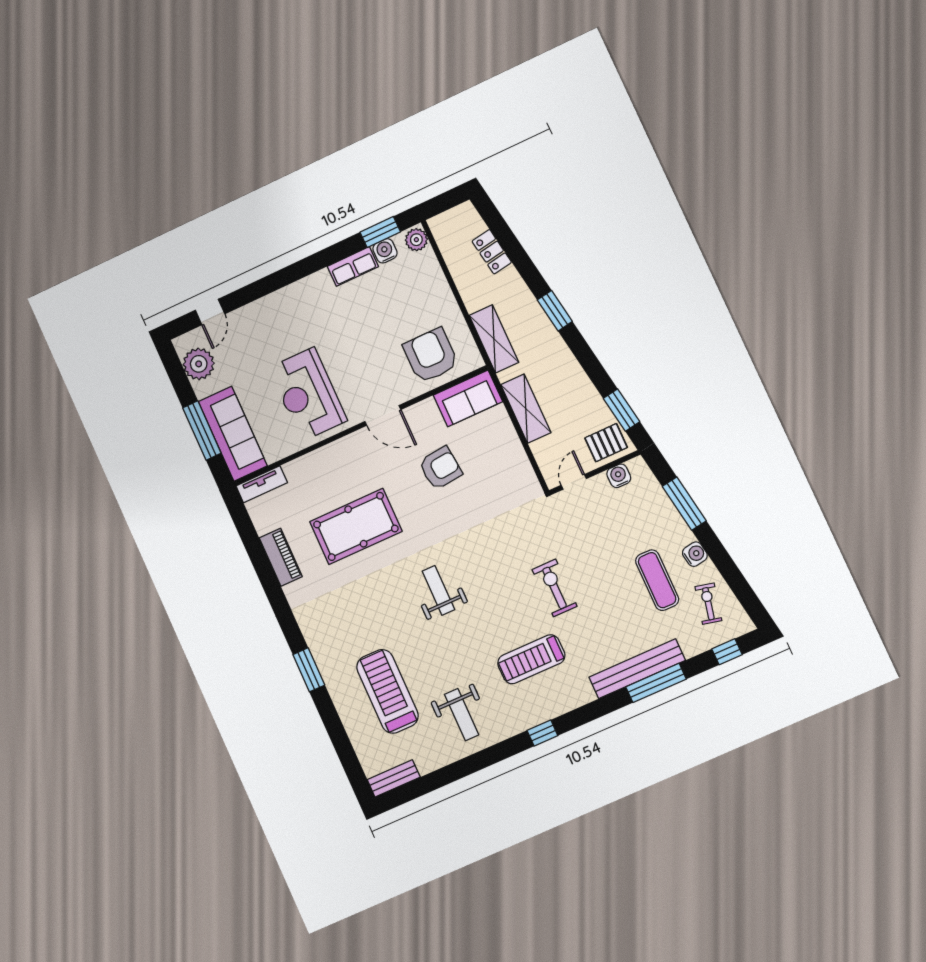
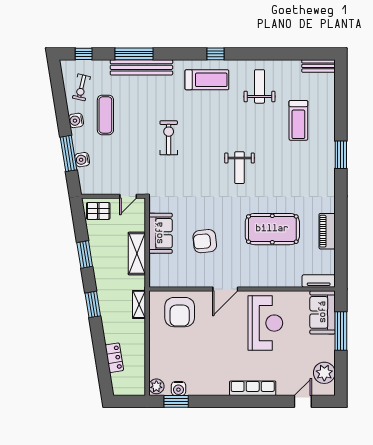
row of seats: (353, 266) -> (253, 388), moved, width x1.48
shelving: (494, 339) -> (139, 304), width x0.67, depth x0.75
sofa: (468, 398) -> (160, 233), moved, turned 90
window: (621, 410) -> (85, 255), moved
door: (383, 415) -> (225, 289), swing flipped
sofa: (233, 434) -> (323, 312), width x0.73
water cooler: (619, 476) -> (82, 160), moved, turned 81
exercise bike: (555, 588) -> (169, 138), turned 180
treadmill: (531, 659) -> (207, 80), moved
treadmill: (387, 691) -> (298, 120), width x0.73, depth x0.73

